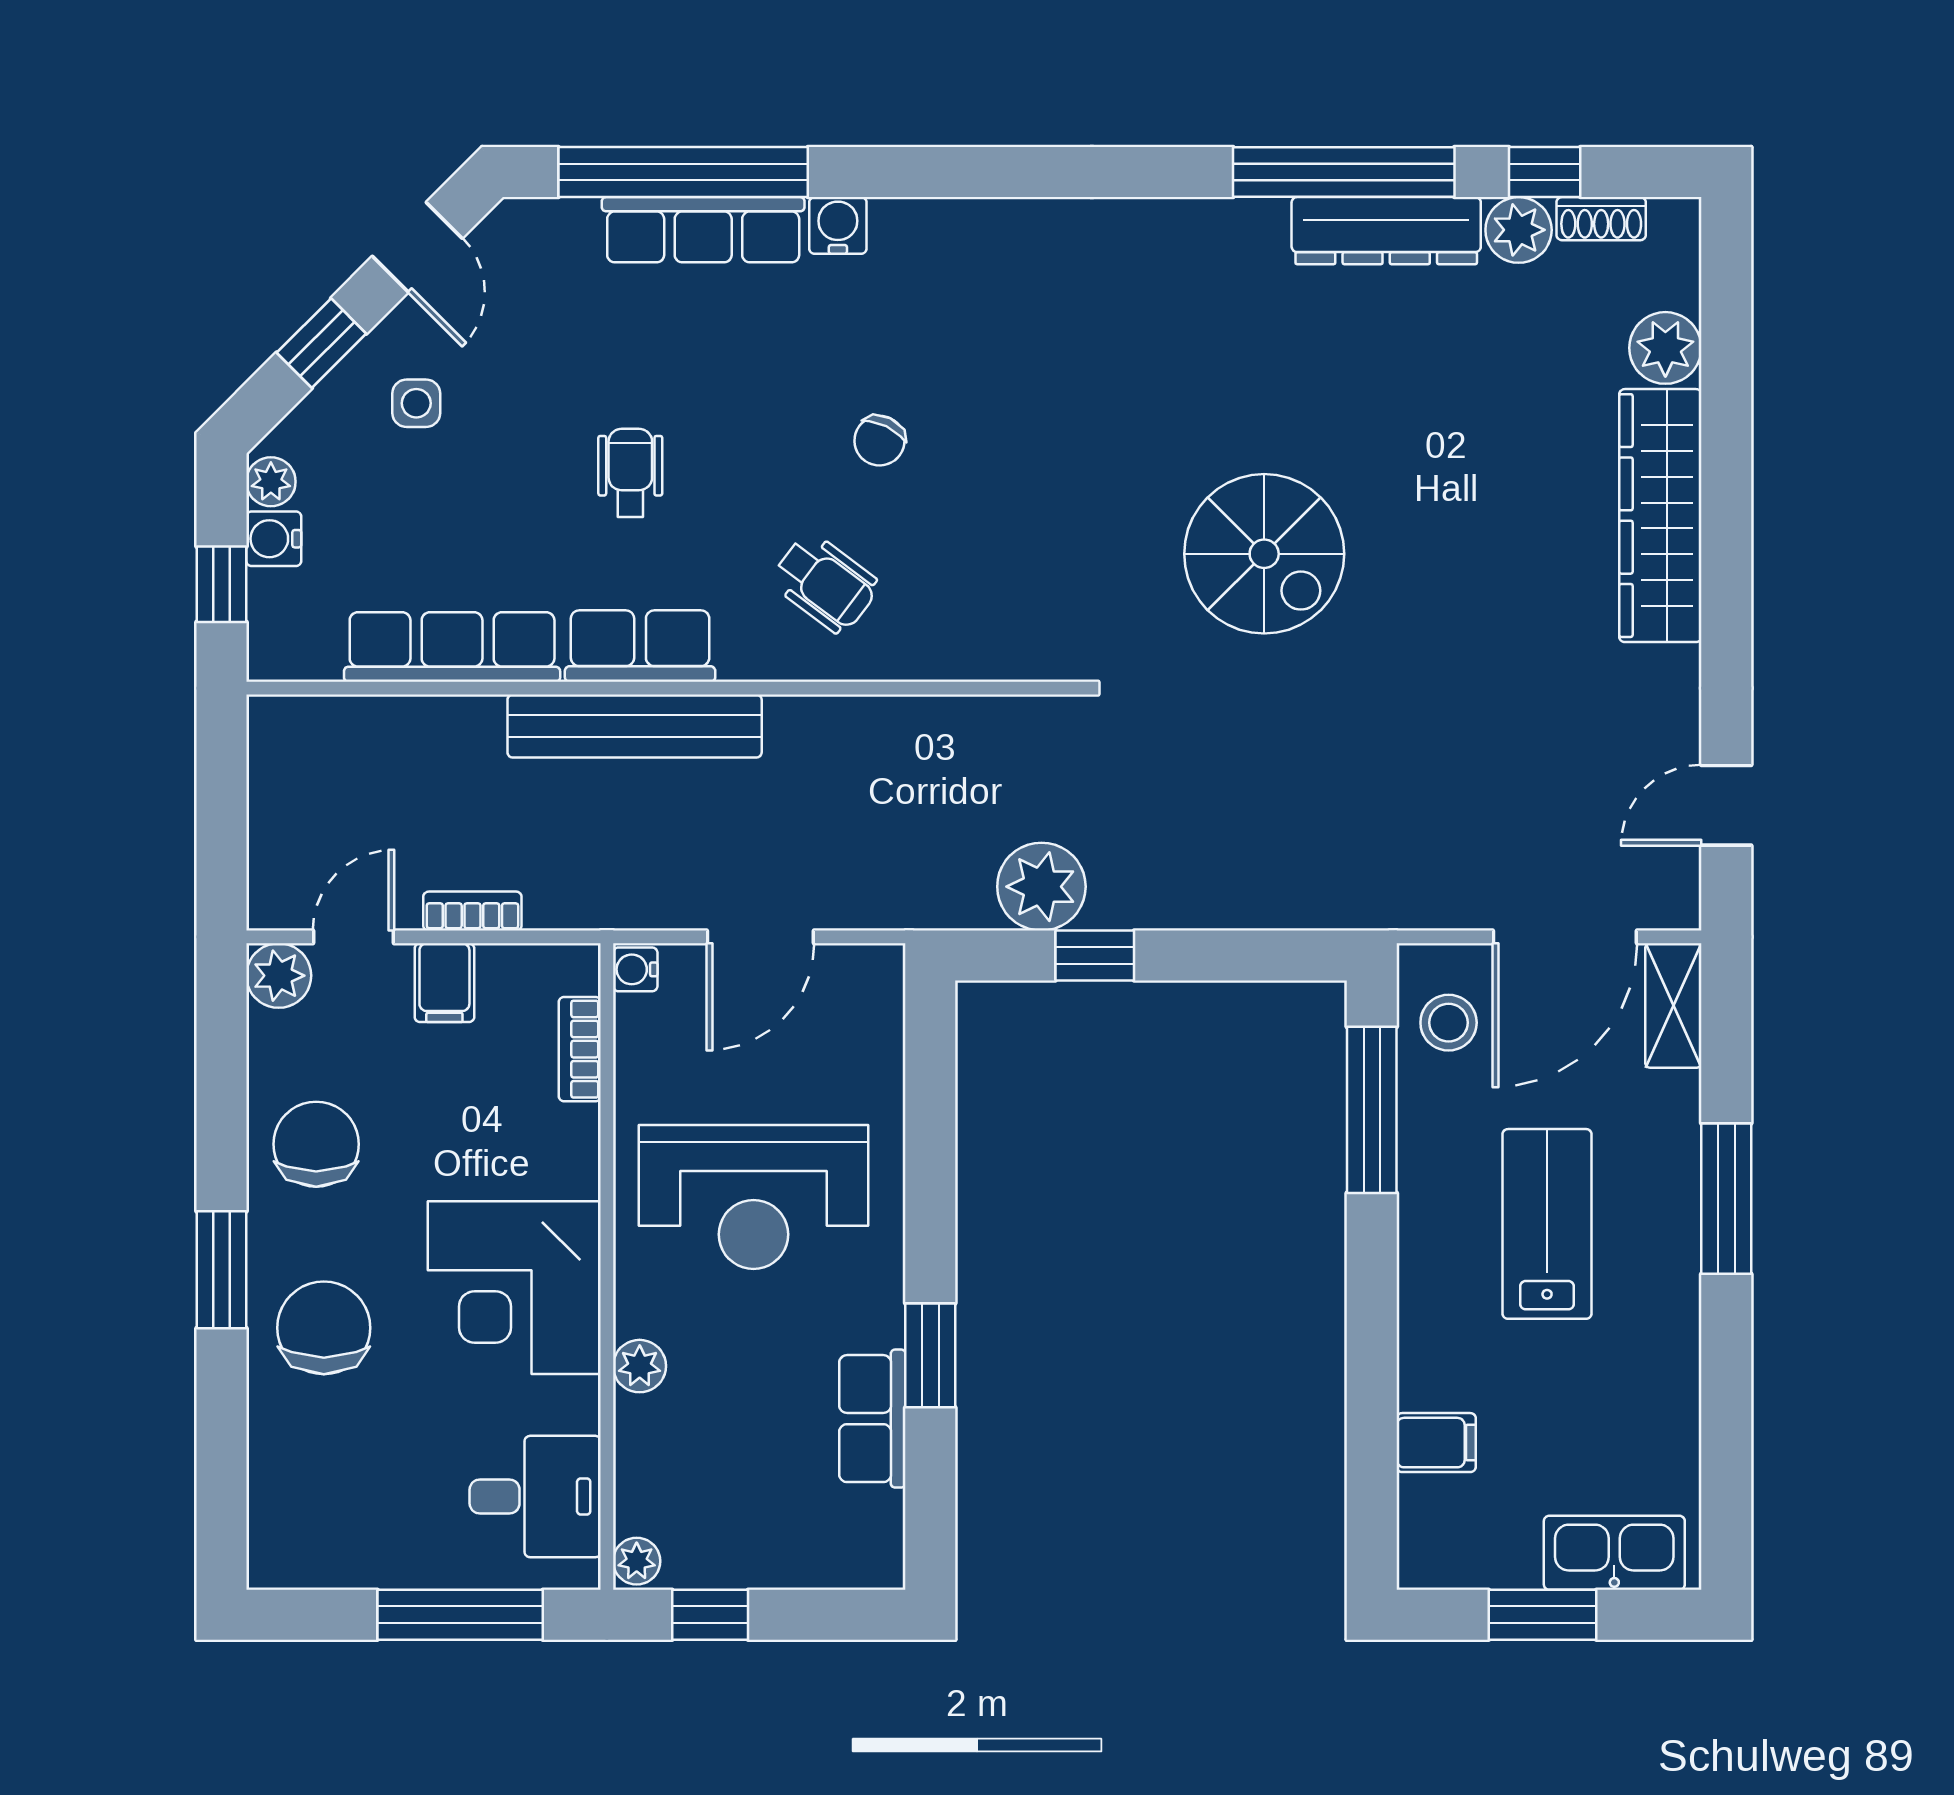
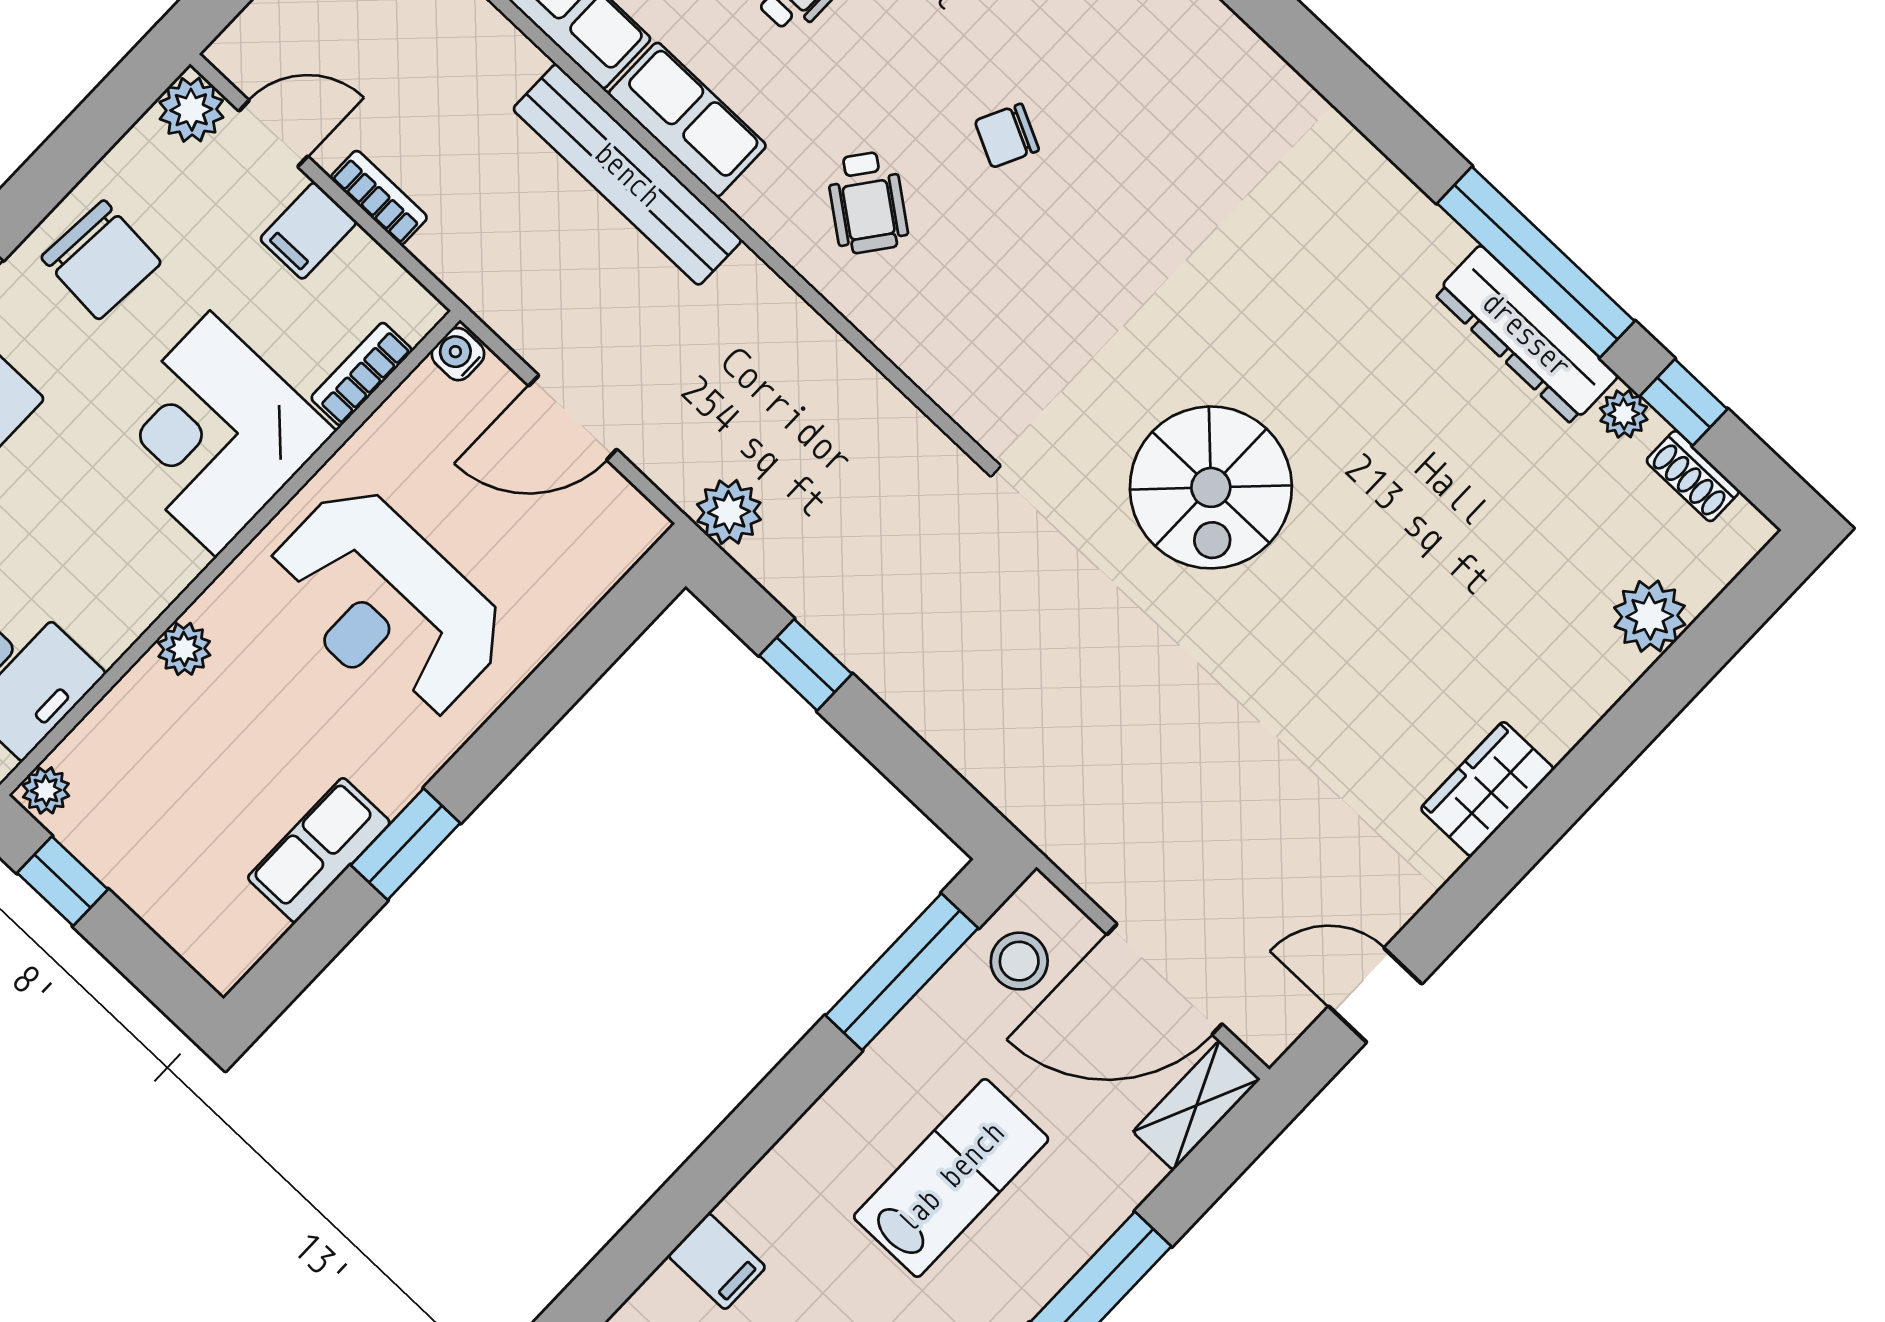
plant: (1519, 230) -> (1624, 414), width x0.73, depth x0.73
wardrobe: (1660, 516) -> (1487, 789), width x0.48, depth x0.85
plant: (1041, 887) -> (729, 512), moved, width x0.73, depth x0.73
chair: (316, 1144) -> (101, 260), turned 94
corner desk: (514, 1288) -> (213, 434), moved

